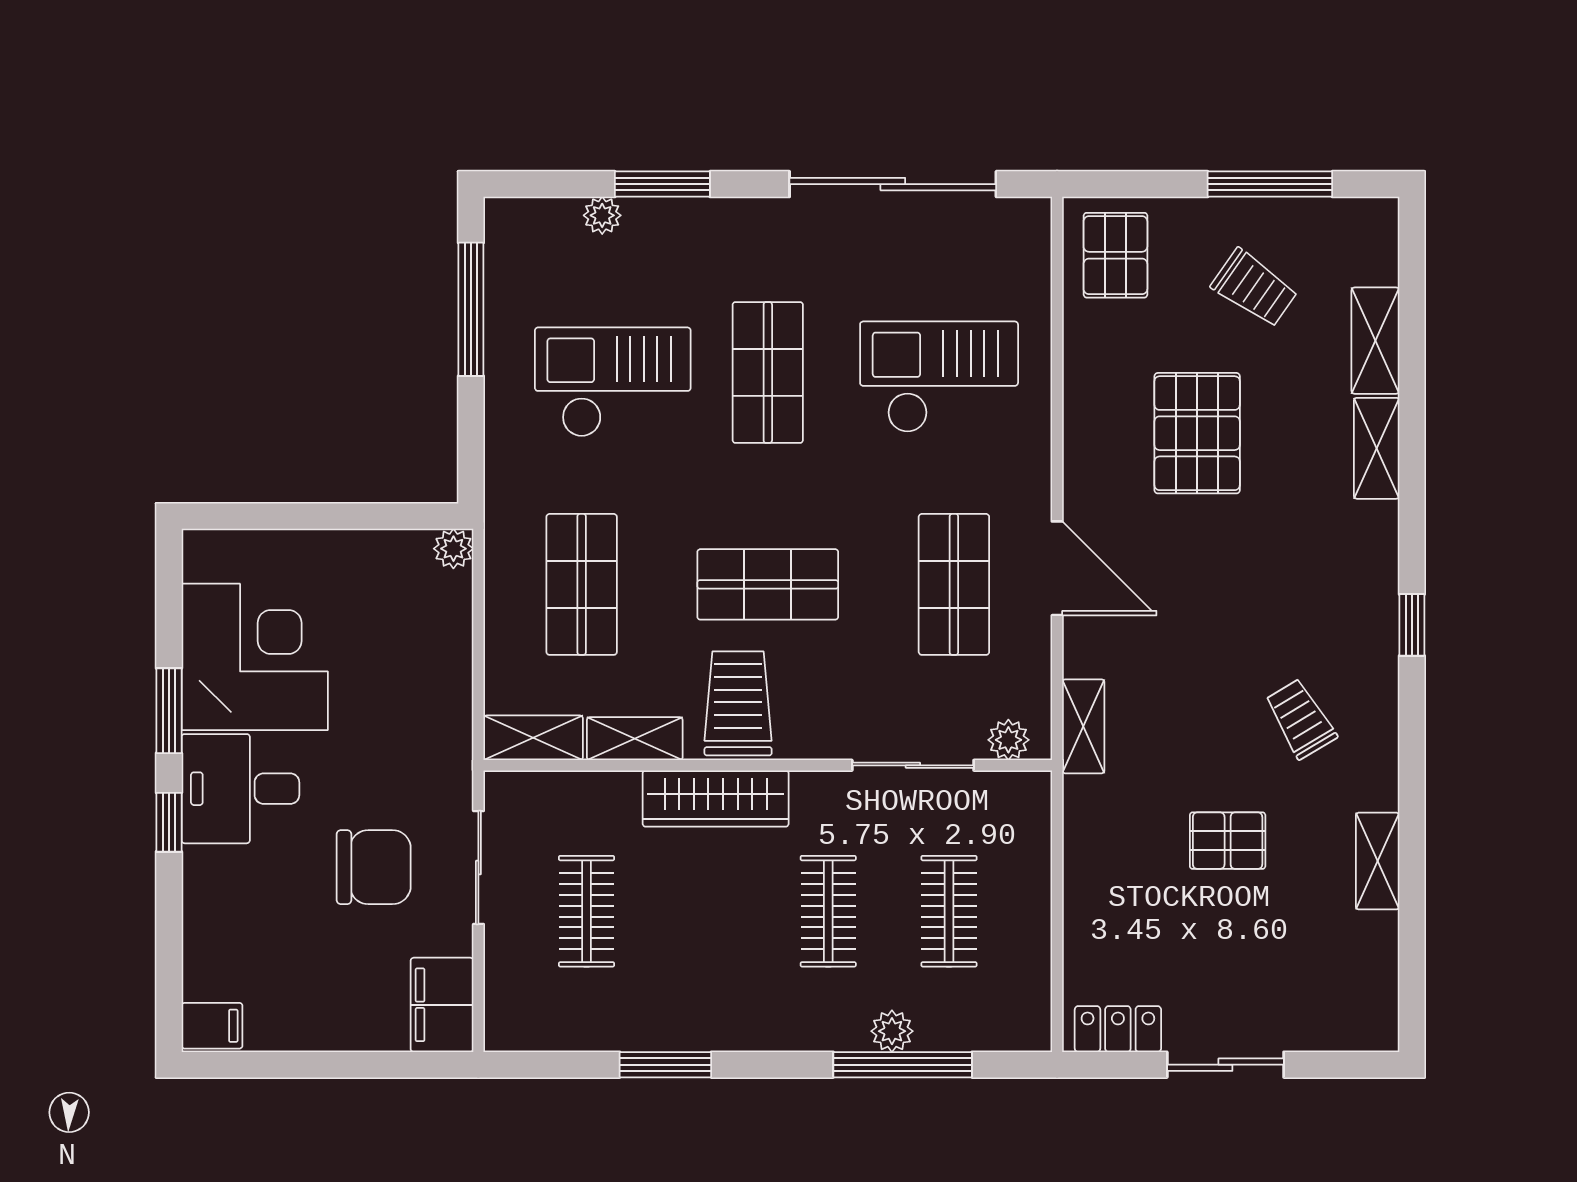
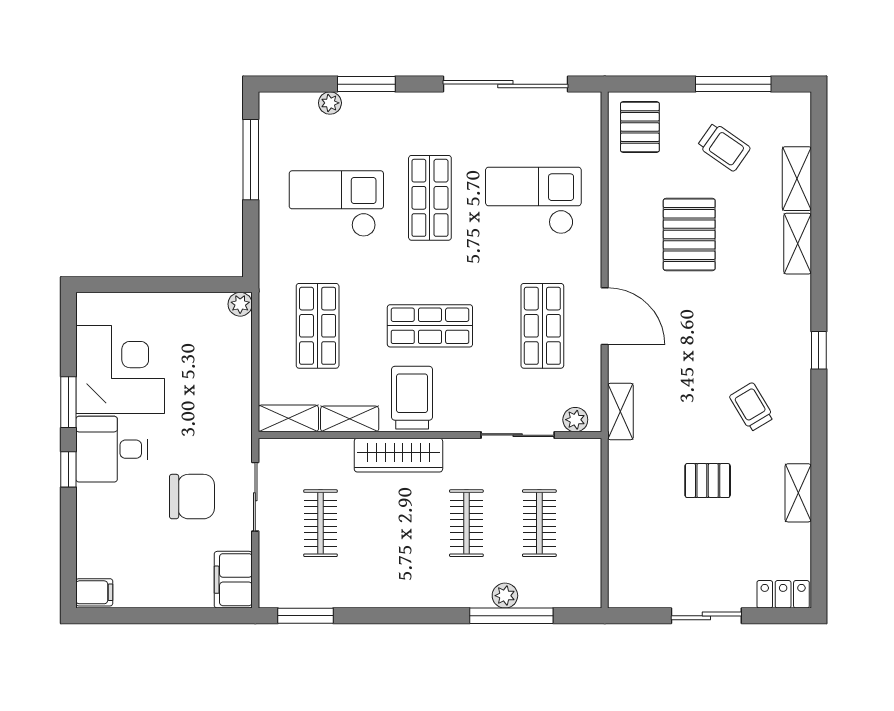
locker: (1118, 1029) -> (783, 594), moved
window: (665, 1065) -> (305, 616), moved

